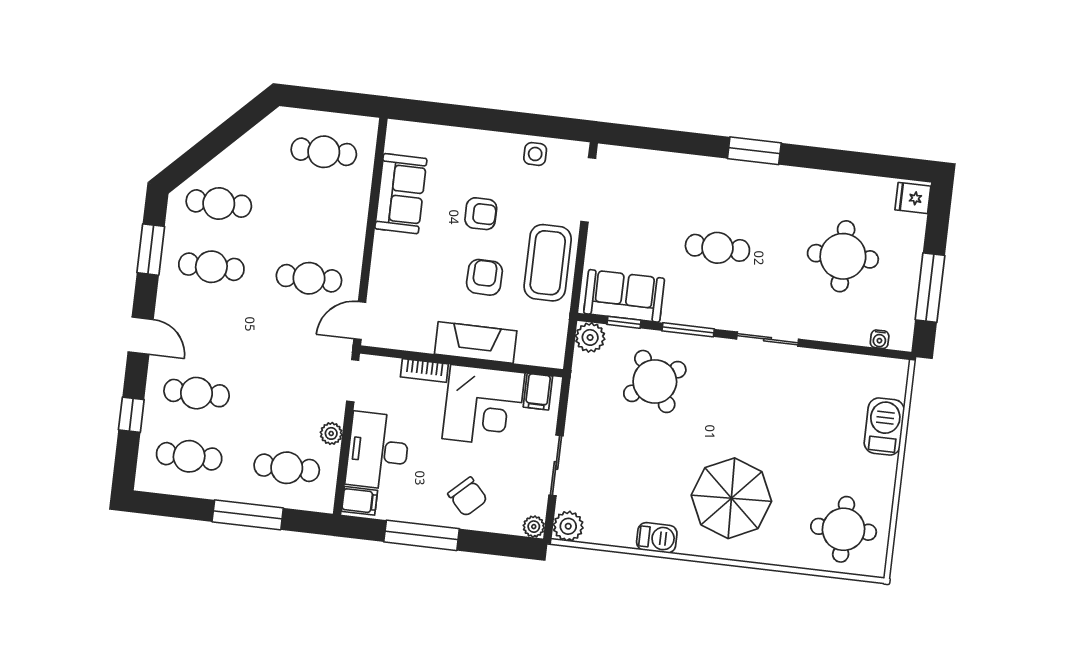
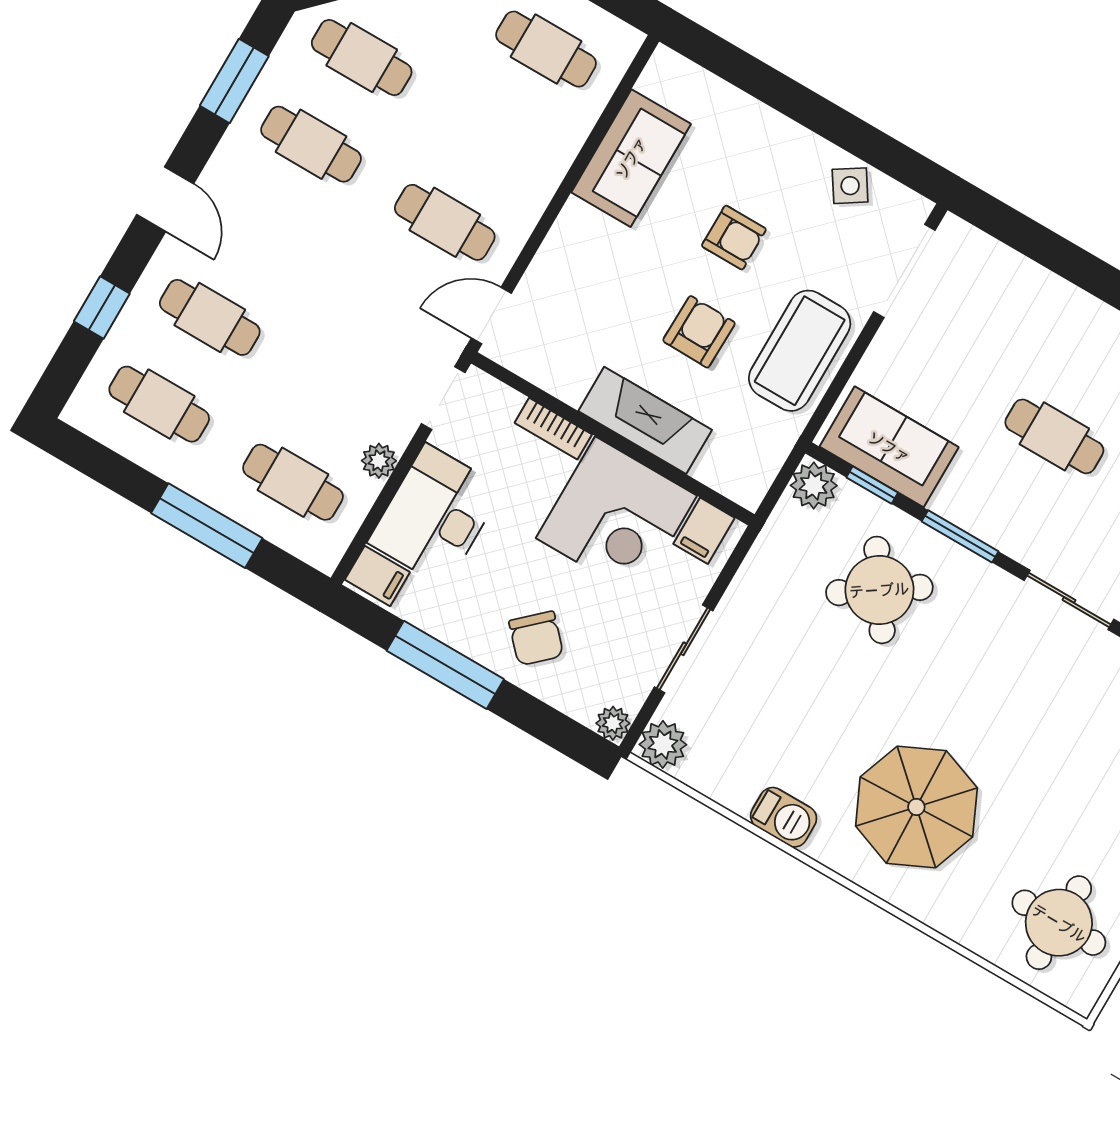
side table: (535, 154) -> (850, 186), turned -33

